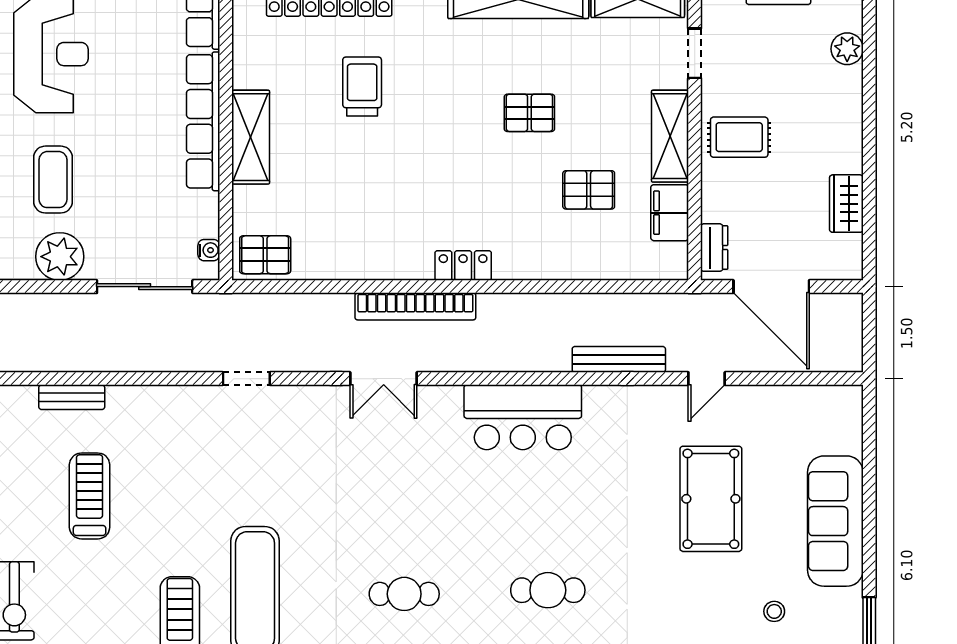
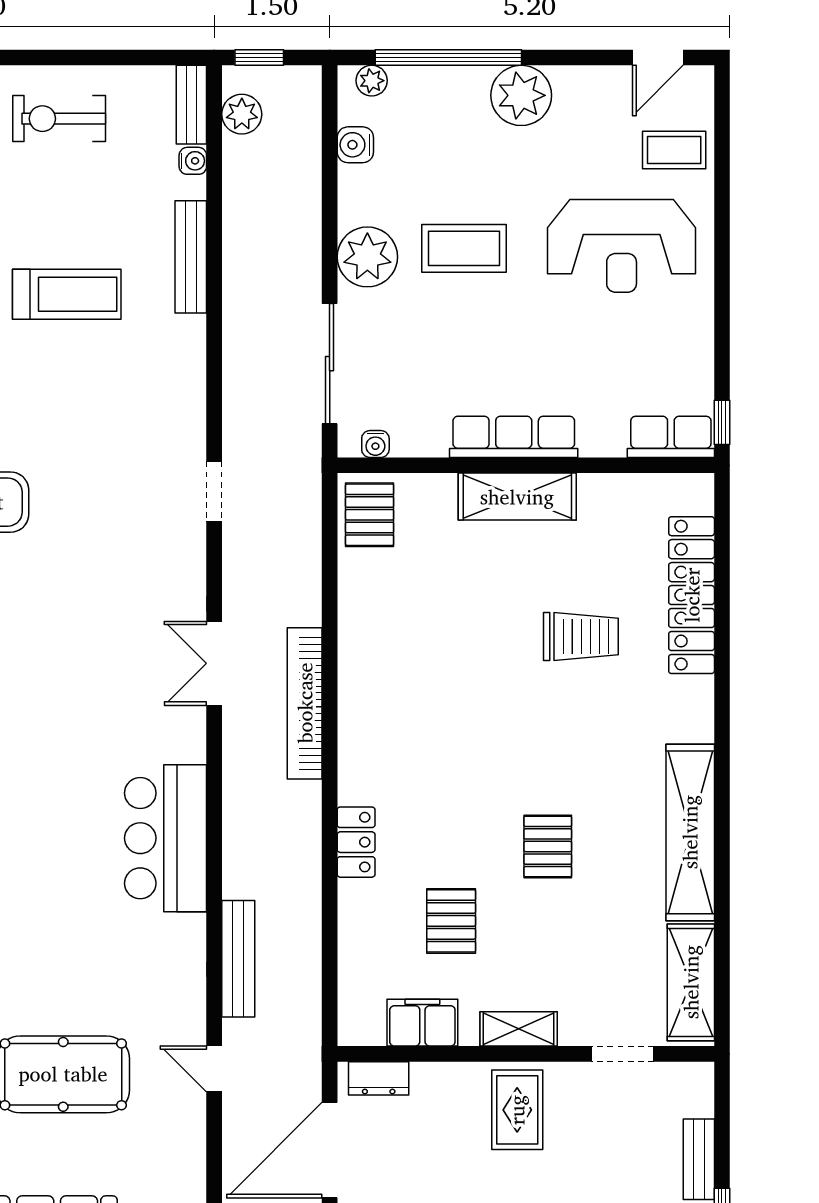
row of seats: (203, 121) -> (514, 437), width x0.73
shelving: (670, 136) -> (519, 1029), width x0.67, depth x0.75
locker: (463, 266) -> (356, 842), moved
bench: (72, 397) -> (191, 257), width x1.36

